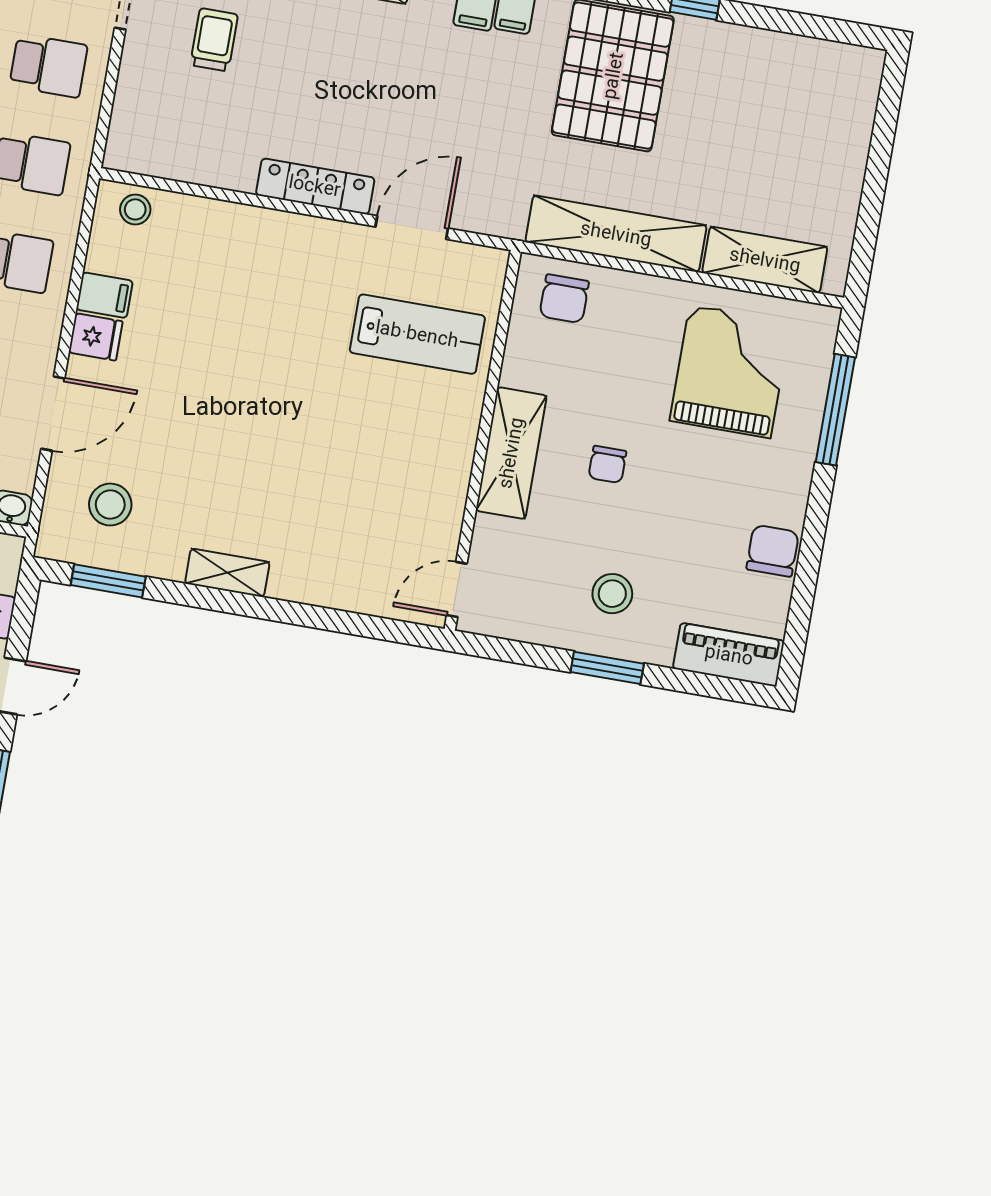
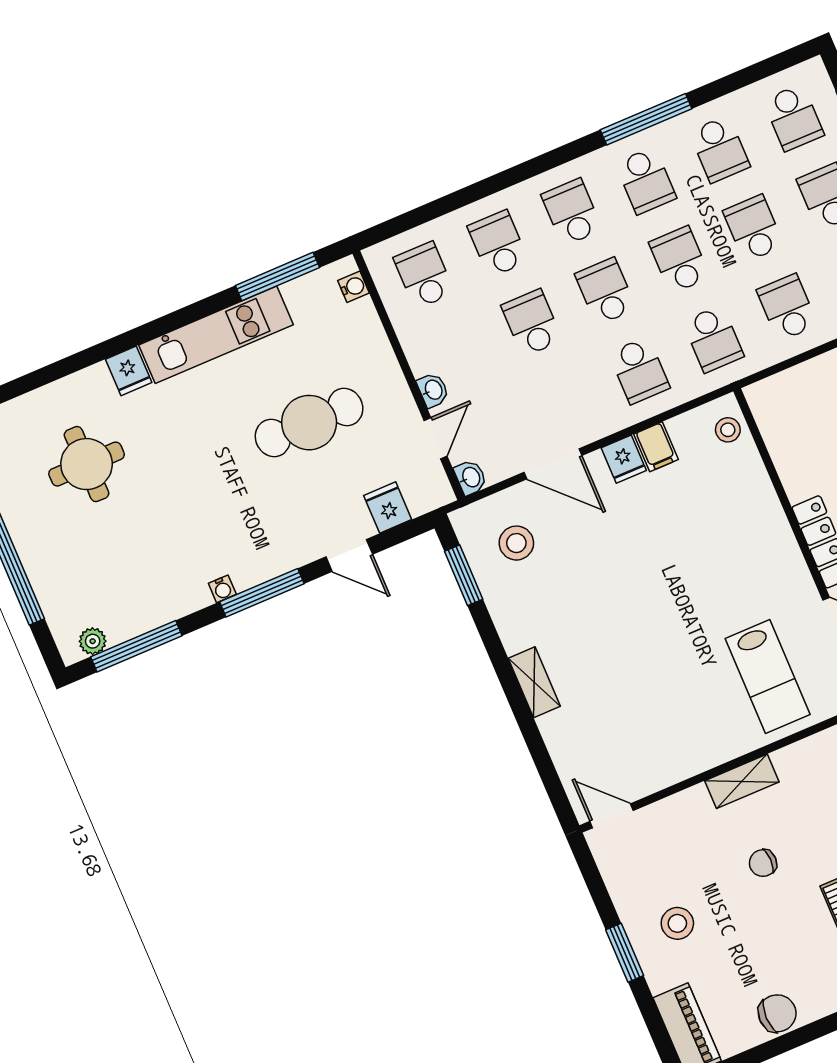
school desk: (48, 66) -> (787, 307), turned 180
shelving: (511, 453) -> (742, 781), width x0.67, depth x0.75
shelving: (227, 573) -> (534, 682), moved

